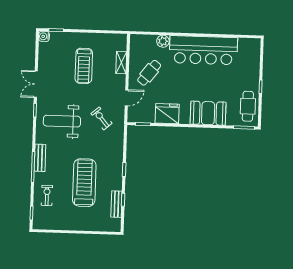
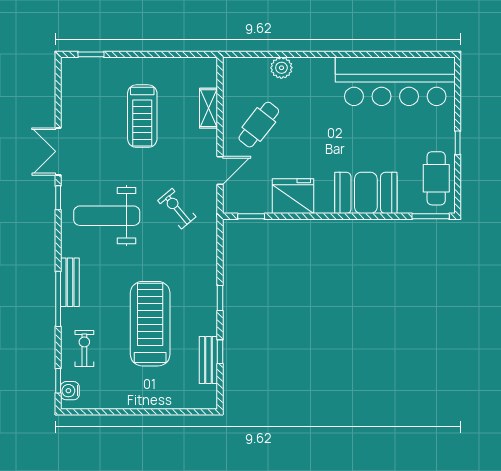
water cooler: (44, 36) -> (70, 391), moved
bar counter: (203, 50) -> (395, 81), moved

